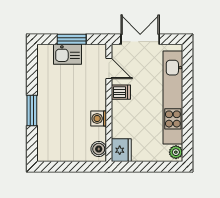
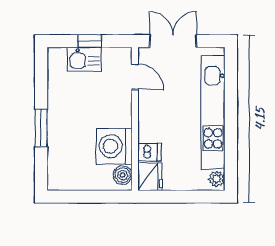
window: (72, 39) -> (89, 41), width x0.67
dishwasher: (121, 92) -> (150, 152), moved
washing machine: (99, 118) -> (114, 146), width x1.89, depth x1.89

